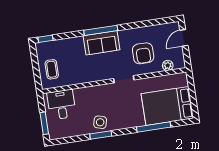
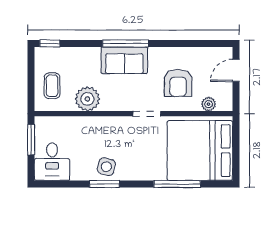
plant: (79, 75) -> (87, 99), added
desk: (61, 105) -> (52, 162), moved, turned 180
bed: (167, 106) -> (200, 151), width x1.36
window: (44, 123) -> (31, 140), moved

